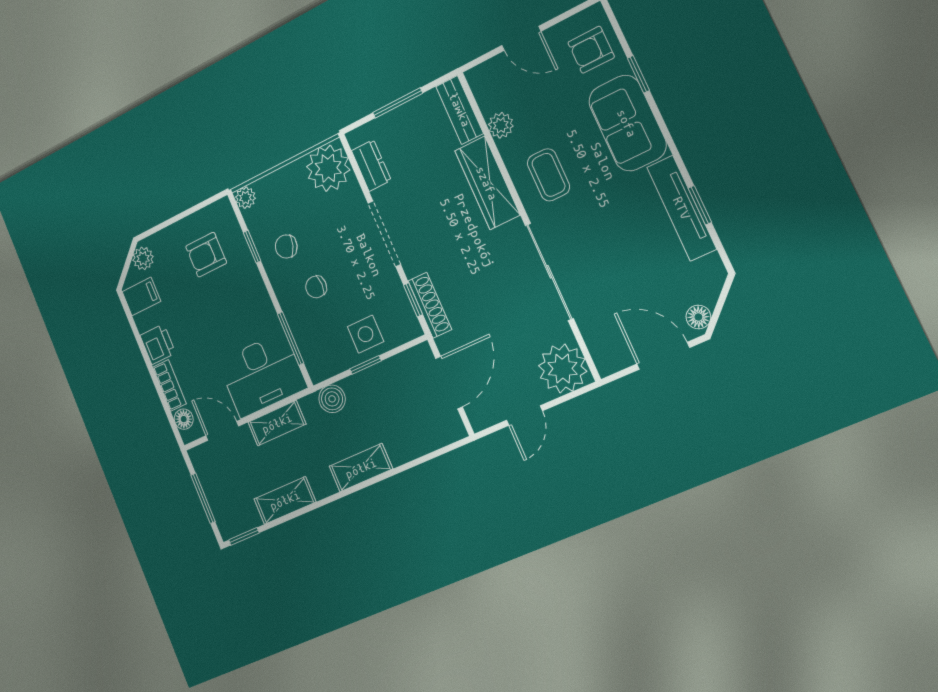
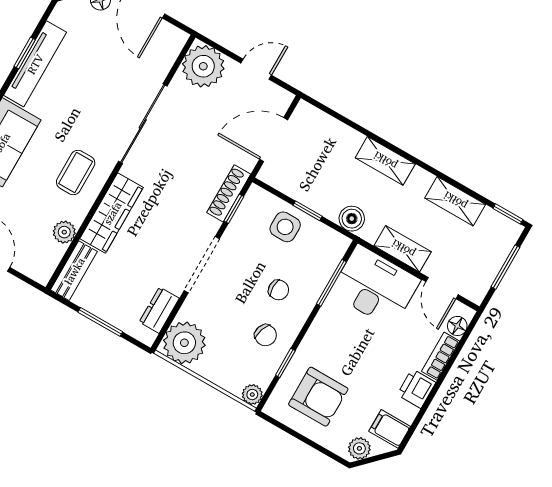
armchair: (206, 255) -> (318, 397), width x1.38, depth x1.38

